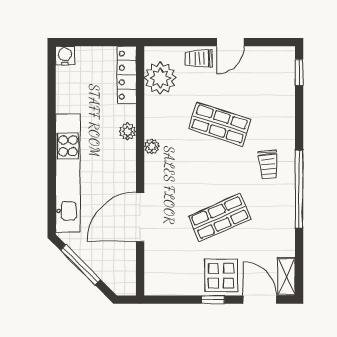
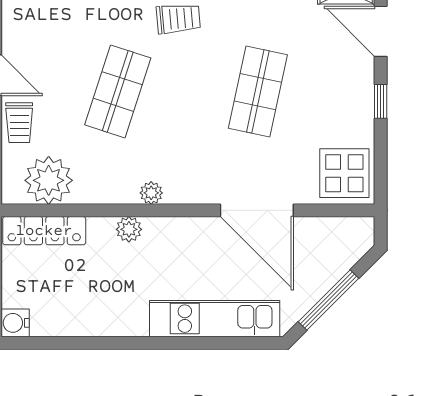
kitchen unit: (68, 173) -> (215, 319), width x0.73
shop shelf: (220, 218) -> (258, 91), turned 36
display table: (221, 276) -> (344, 173), moved
door: (260, 300) -> (381, 31), hinge flipped

